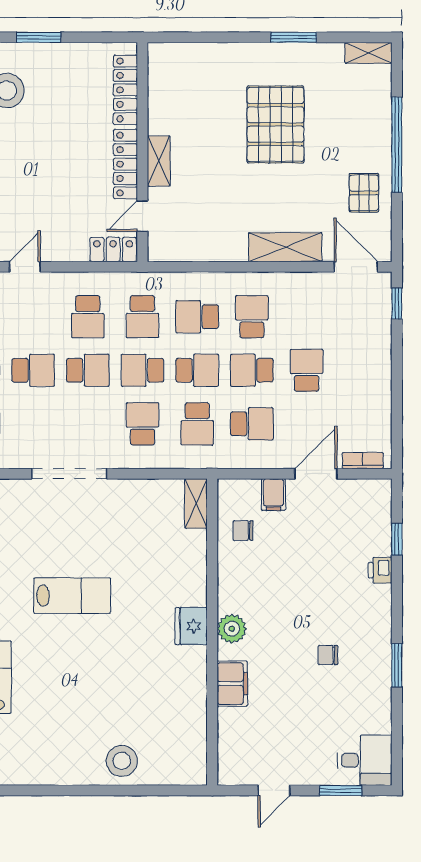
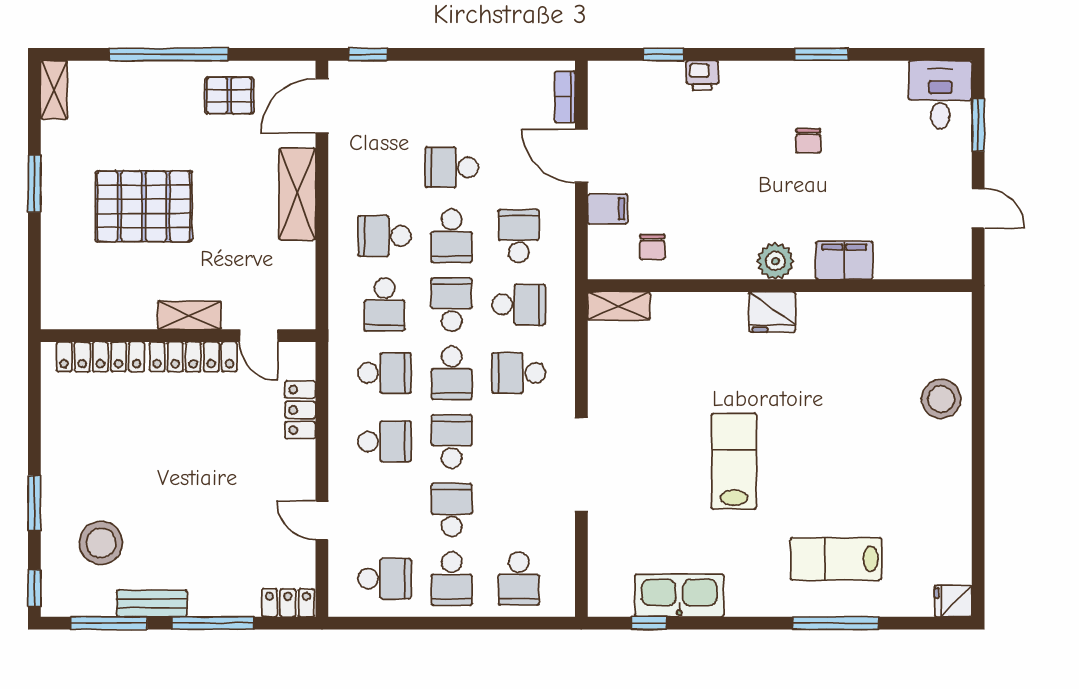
locker: (125, 90) -> (100, 357), moved
wall: (142, 152) -> (178, 336), moved
shelving: (159, 161) -> (189, 315), moved
locker: (125, 164) -> (193, 357), moved
door: (142, 216) -> (259, 336), moved

